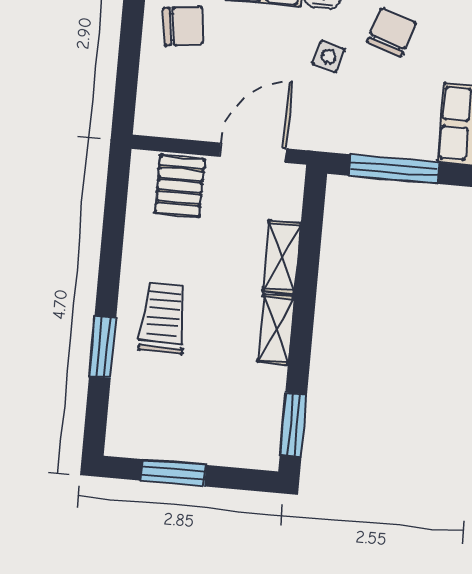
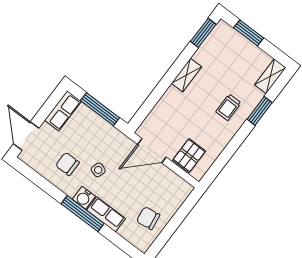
chair: (391, 33) -> (67, 164), turned 72
shelving: (282, 257) -> (270, 76), moved
trolley: (163, 318) -> (229, 107), width x0.73, depth x0.72
window: (173, 473) -> (249, 33), moved

